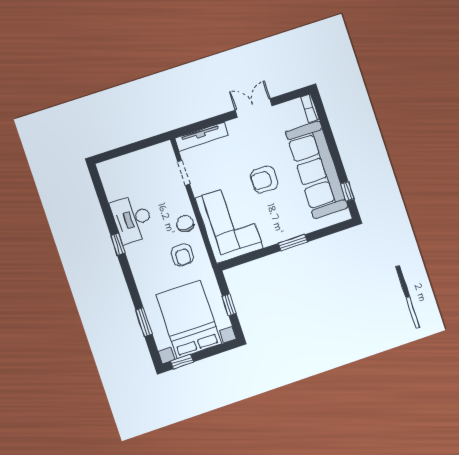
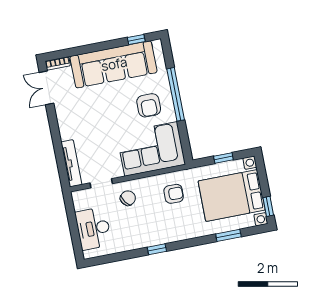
double door: (254, 108) -> (46, 88), moved
armchair: (264, 180) -> (149, 105), moved
desk: (132, 219) -> (93, 229), moved, turned 90
chair: (185, 224) -> (128, 198), moved, turned 145
window: (293, 243) -> (176, 94), width x2.11

